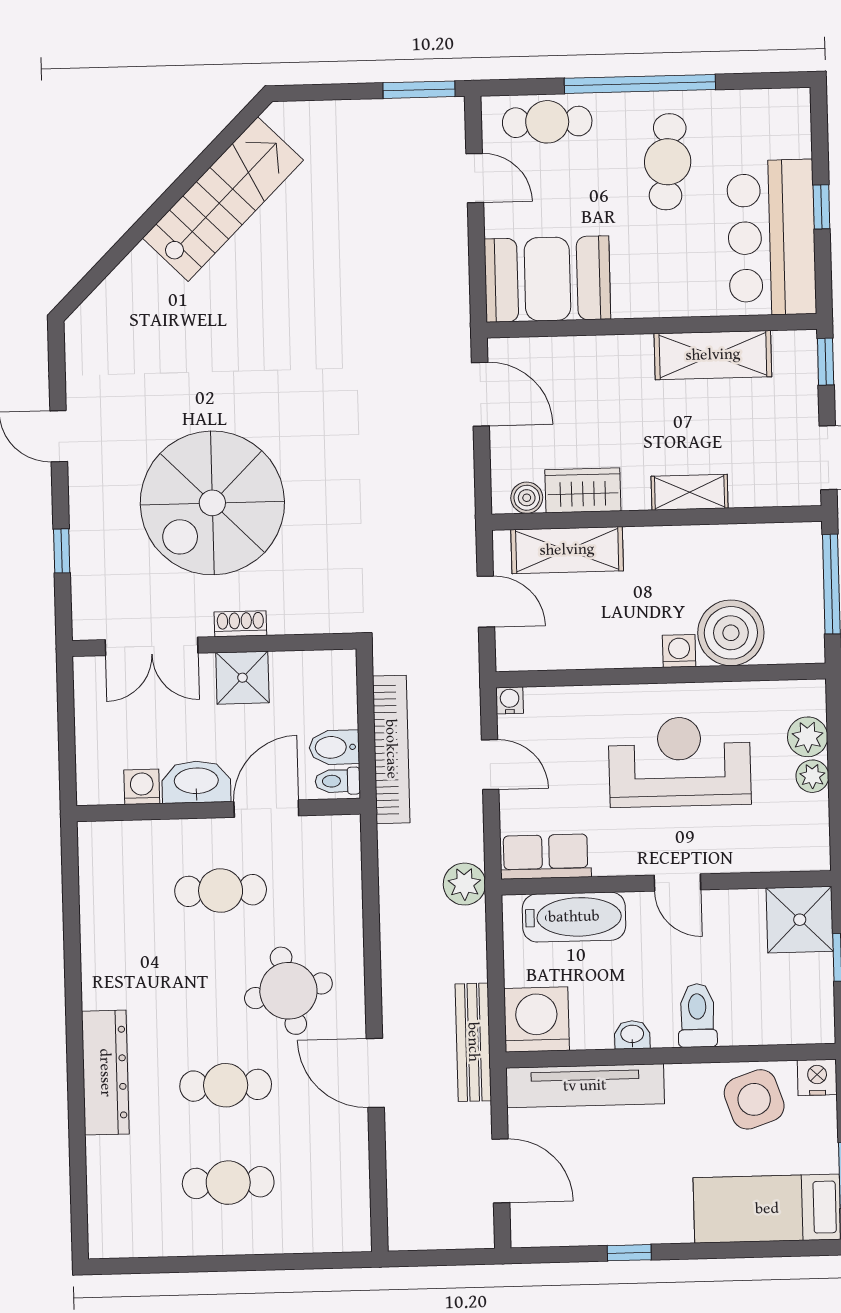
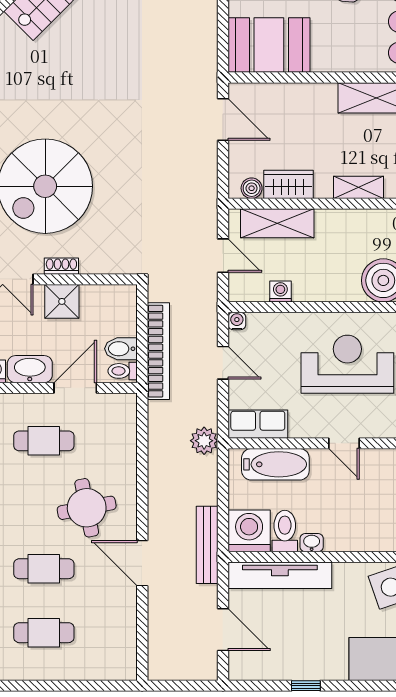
washing machine: (679, 651) -> (280, 291), moved
toilet: (697, 1015) -> (285, 531), moved

